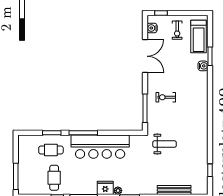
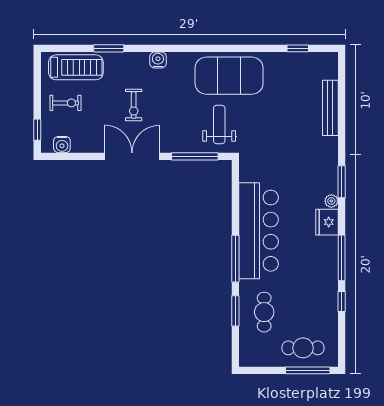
double door: (145, 56) -> (132, 156), moved
water cooler: (203, 66) -> (158, 60), moved
exercise bike: (166, 97) -> (134, 105), moved
exercise mat: (194, 129) -> (229, 76), added
weight bench: (164, 144) -> (219, 124), moved
cafe table: (54, 178) -> (303, 348), moved

